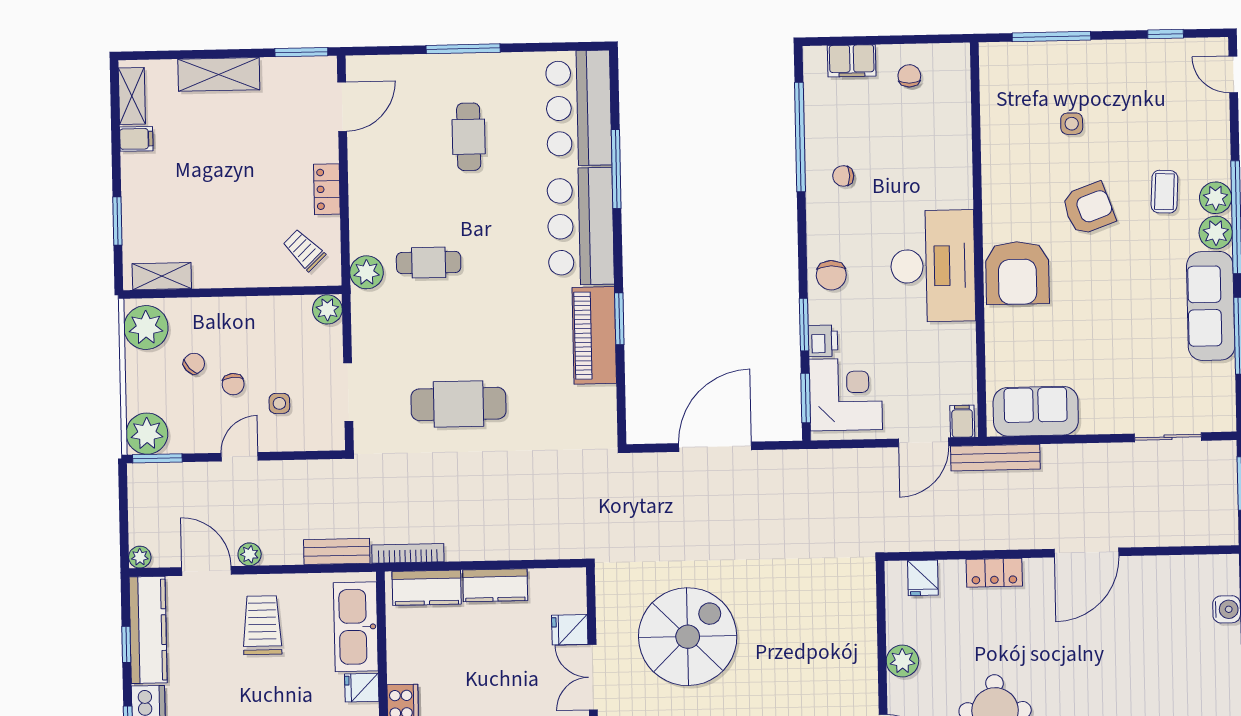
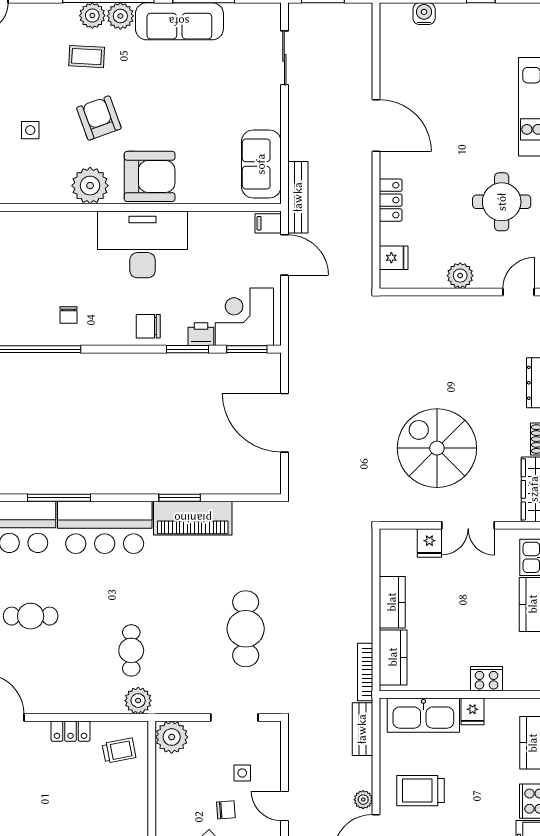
plant: (1004, 199) -> (90, 186), added
trolley: (304, 250) -> (119, 751), turned -147
chair: (831, 275) -> (148, 326), turned 180
plant: (327, 309) -> (172, 737), width x1.36, depth x1.36

